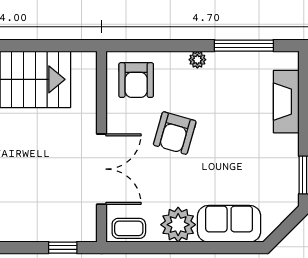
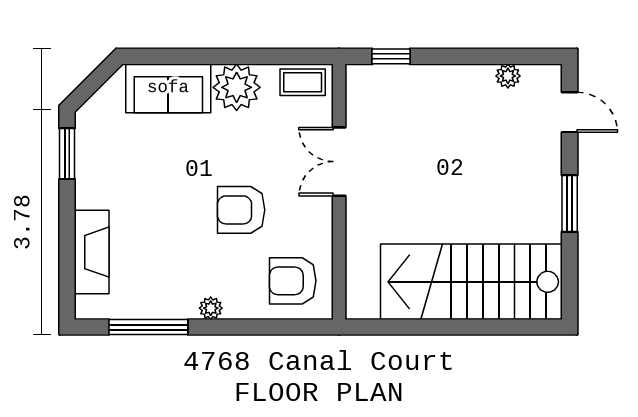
armchair: (136, 80) -> (293, 281), turned -90
armchair: (175, 133) -> (241, 210), turned -106
double door: (102, 169) -> (339, 162), width x0.73

